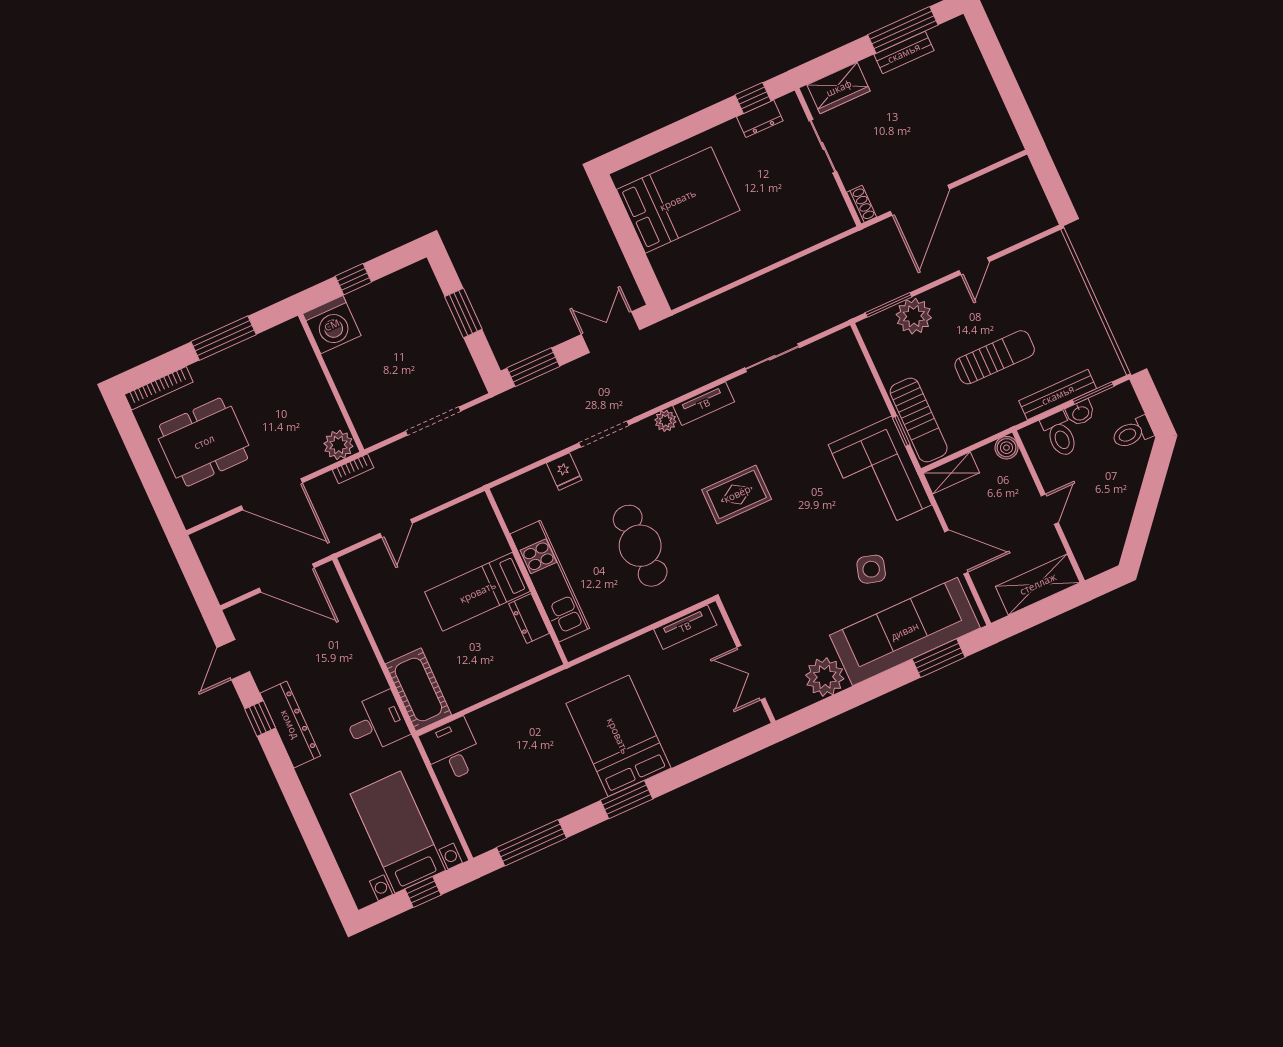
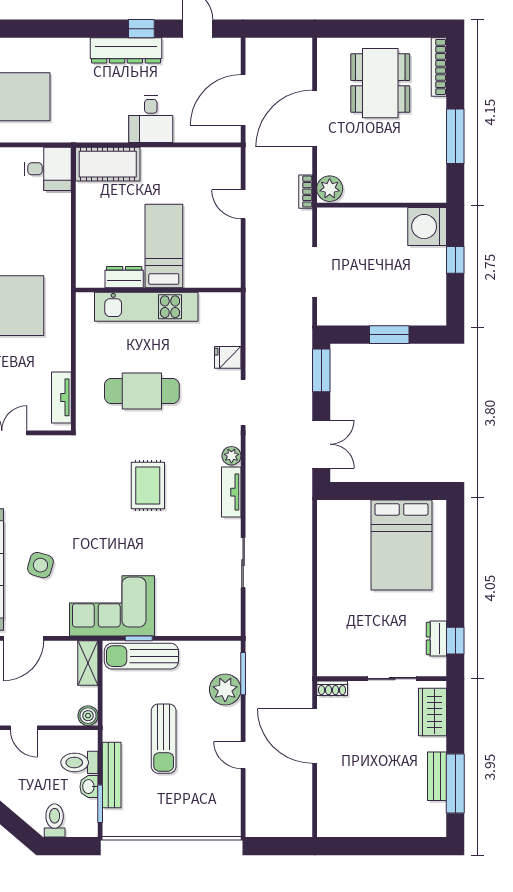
desk: (376, 723) -> (151, 119), moved

